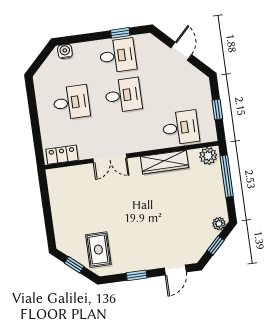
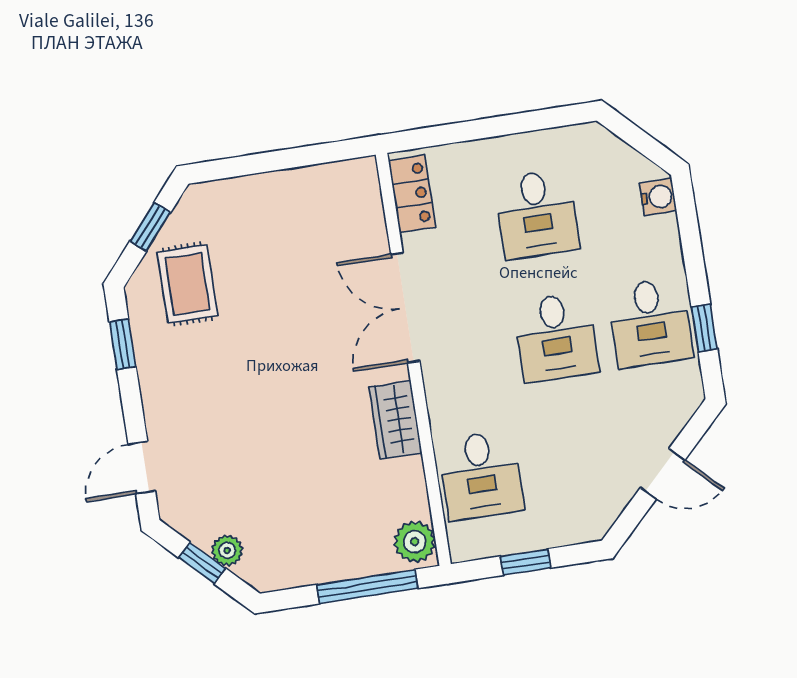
double door: (110, 158) -> (405, 308), width x1.37
wardrobe: (164, 162) -> (395, 420), width x0.67
plant: (219, 224) -> (227, 550), moved
rug: (98, 250) -> (187, 284), turned 90
door: (175, 270) -> (142, 468), hinge flipped
window: (137, 275) -> (123, 344), moved

